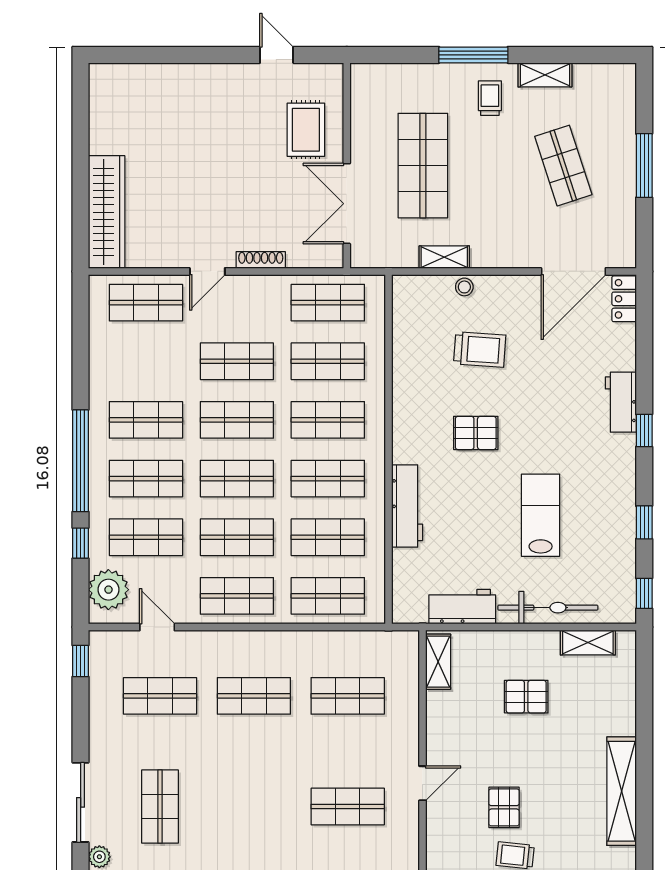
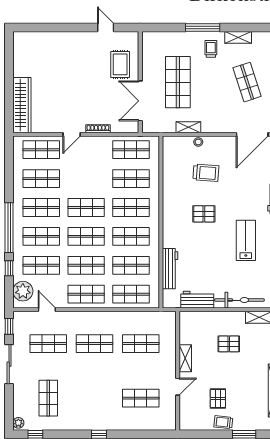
shop shelf: (237, 361) -> (41, 179), moved
workbench: (407, 506) -> (170, 269), moved
lab bench: (541, 515) -> (246, 240), moved
shelving: (438, 662) -> (185, 358), moved
sliding door: (81, 802) -> (9, 364), moved

